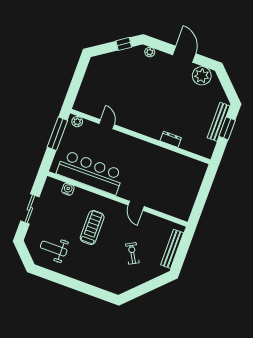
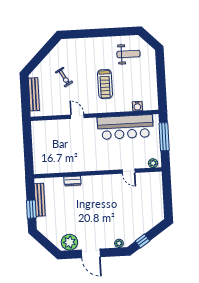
bench: (219, 122) -> (40, 200), moved
window: (57, 134) -> (164, 137), moved
sliding door: (30, 209) -> (161, 77), removed

